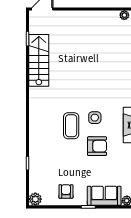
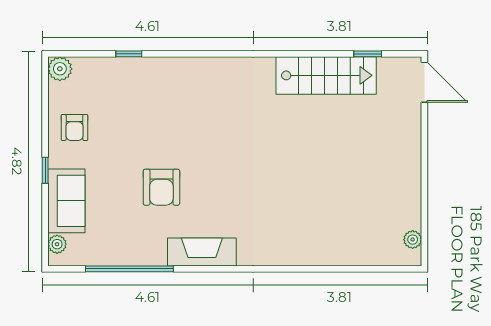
side table: (95, 118) -> (216, 183), removed
coffee table: (71, 126) -> (201, 137), removed
armchair: (66, 191) -> (74, 127), turned 90

